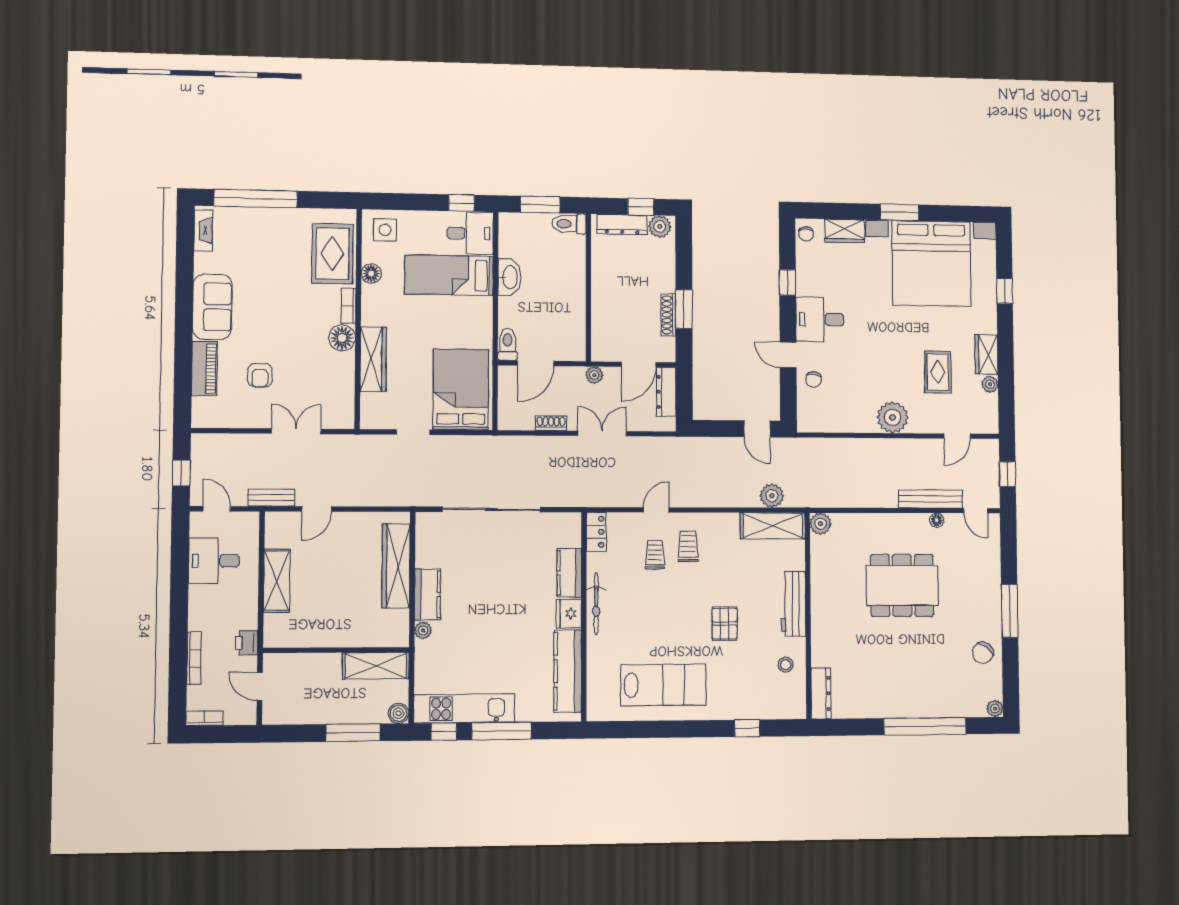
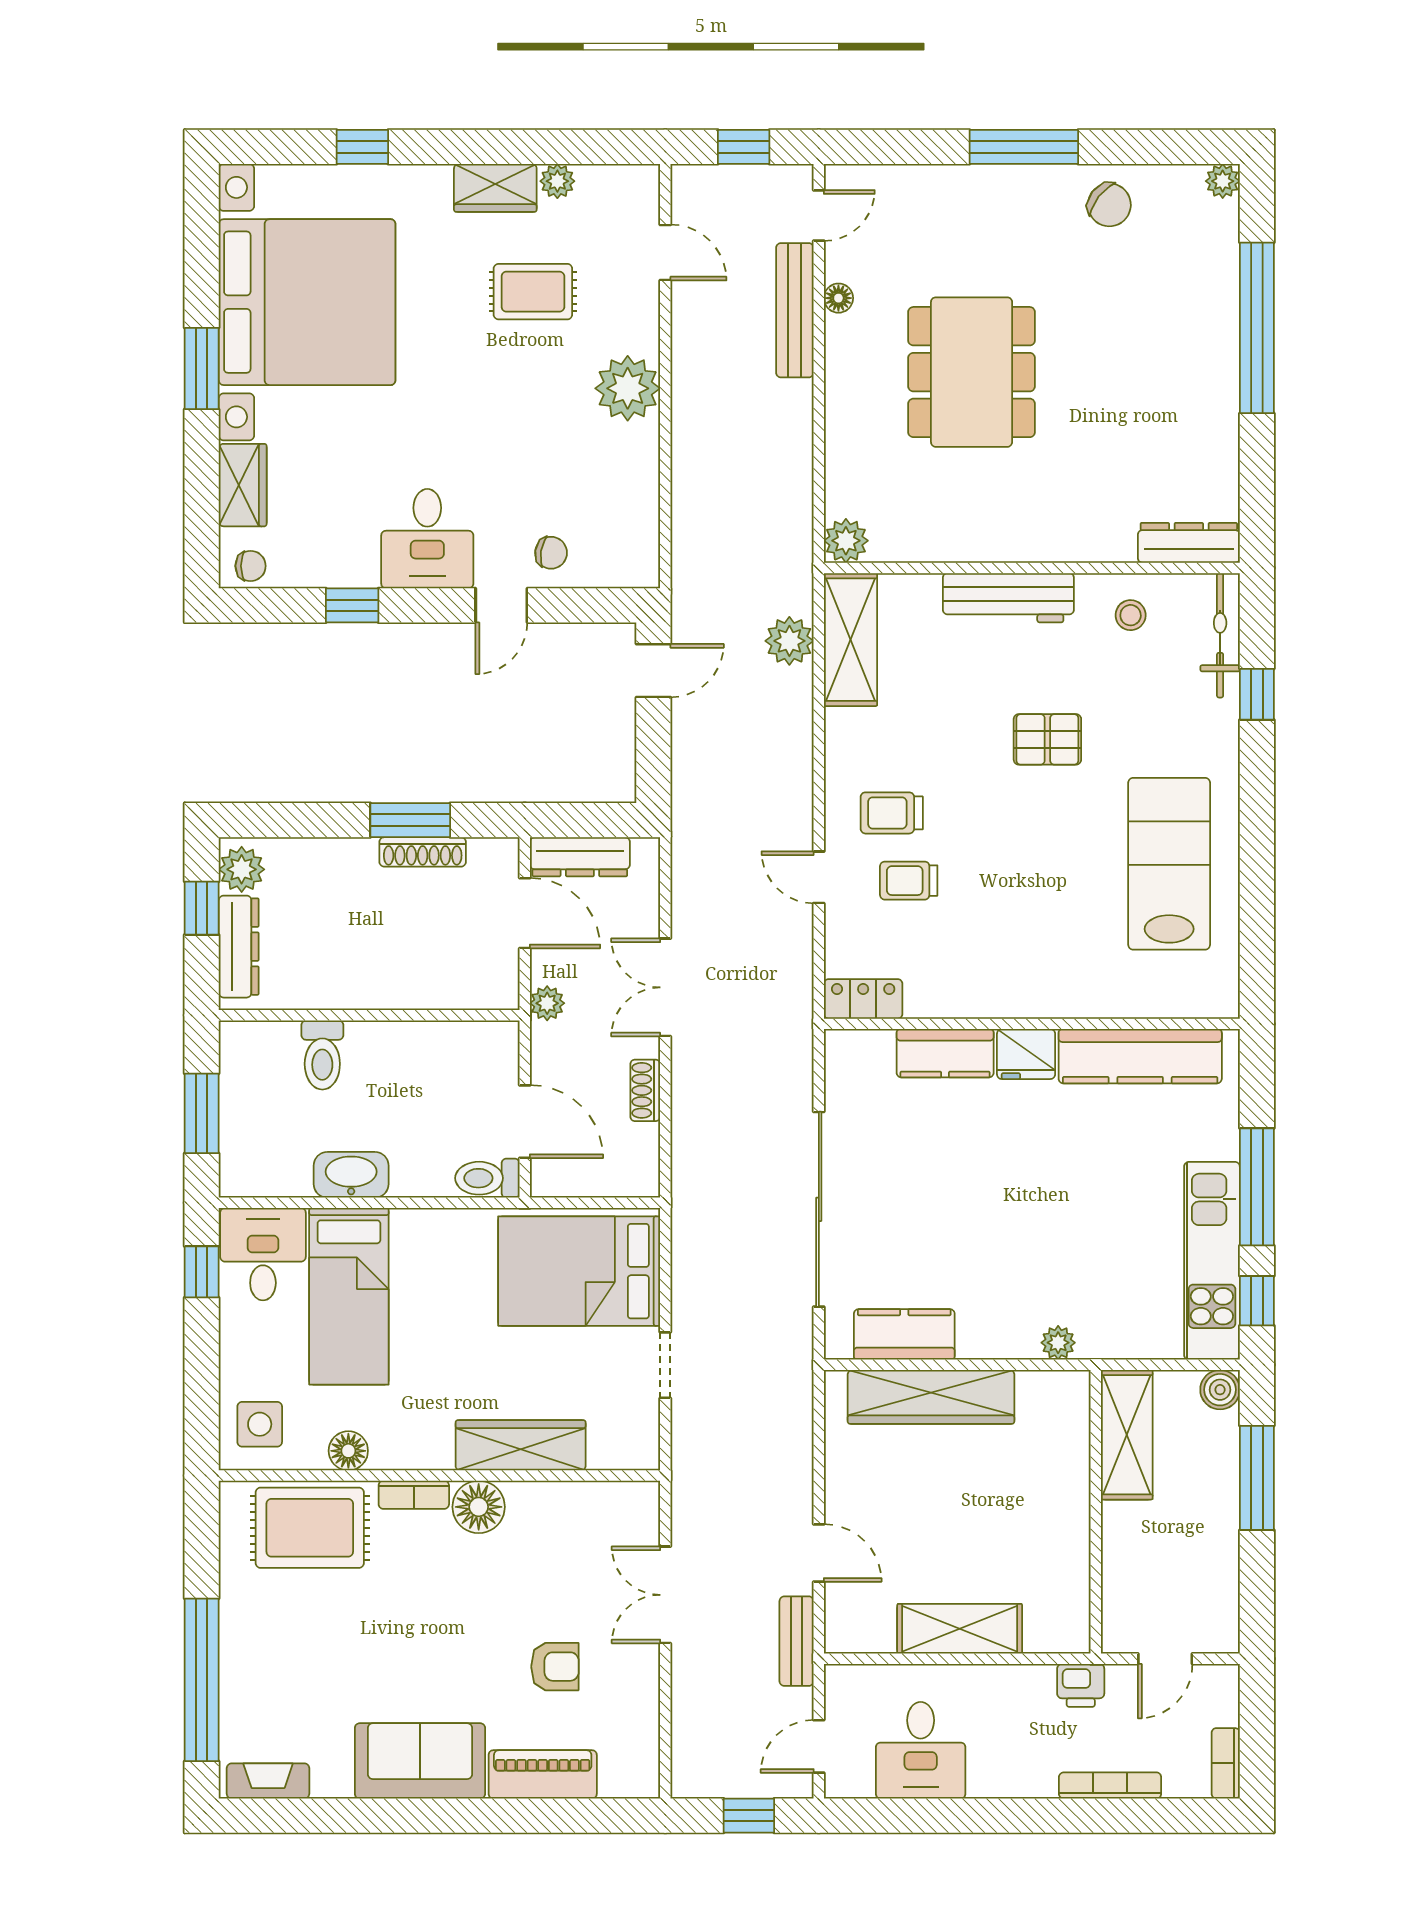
toilet: (569, 224) -> (322, 1055), moved
kitchen counter: (428, 594) -> (904, 1334), moved
bicycle: (596, 604) -> (1220, 635), moved, turned -90

